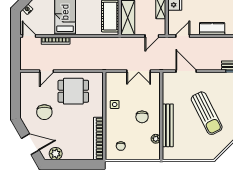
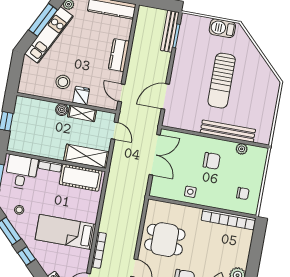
double door: (139, 71) -> (155, 155), width x1.37
dining table: (73, 91) -> (165, 240), turned 90
sun lounger: (207, 113) -> (222, 81), turned 117

